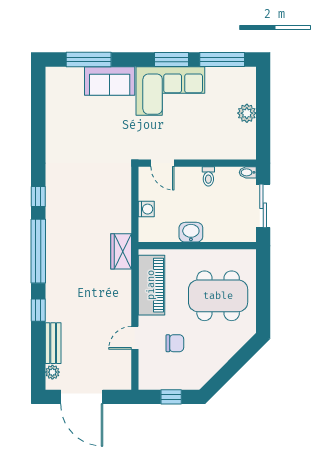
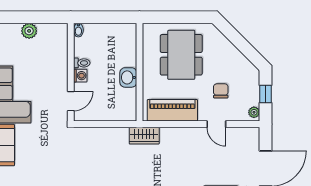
sliding door: (263, 206) -> (106, 17), removed
washing machine: (146, 209) -> (80, 76), moved, turned 90
plant: (149, 383) -> (254, 112), added

